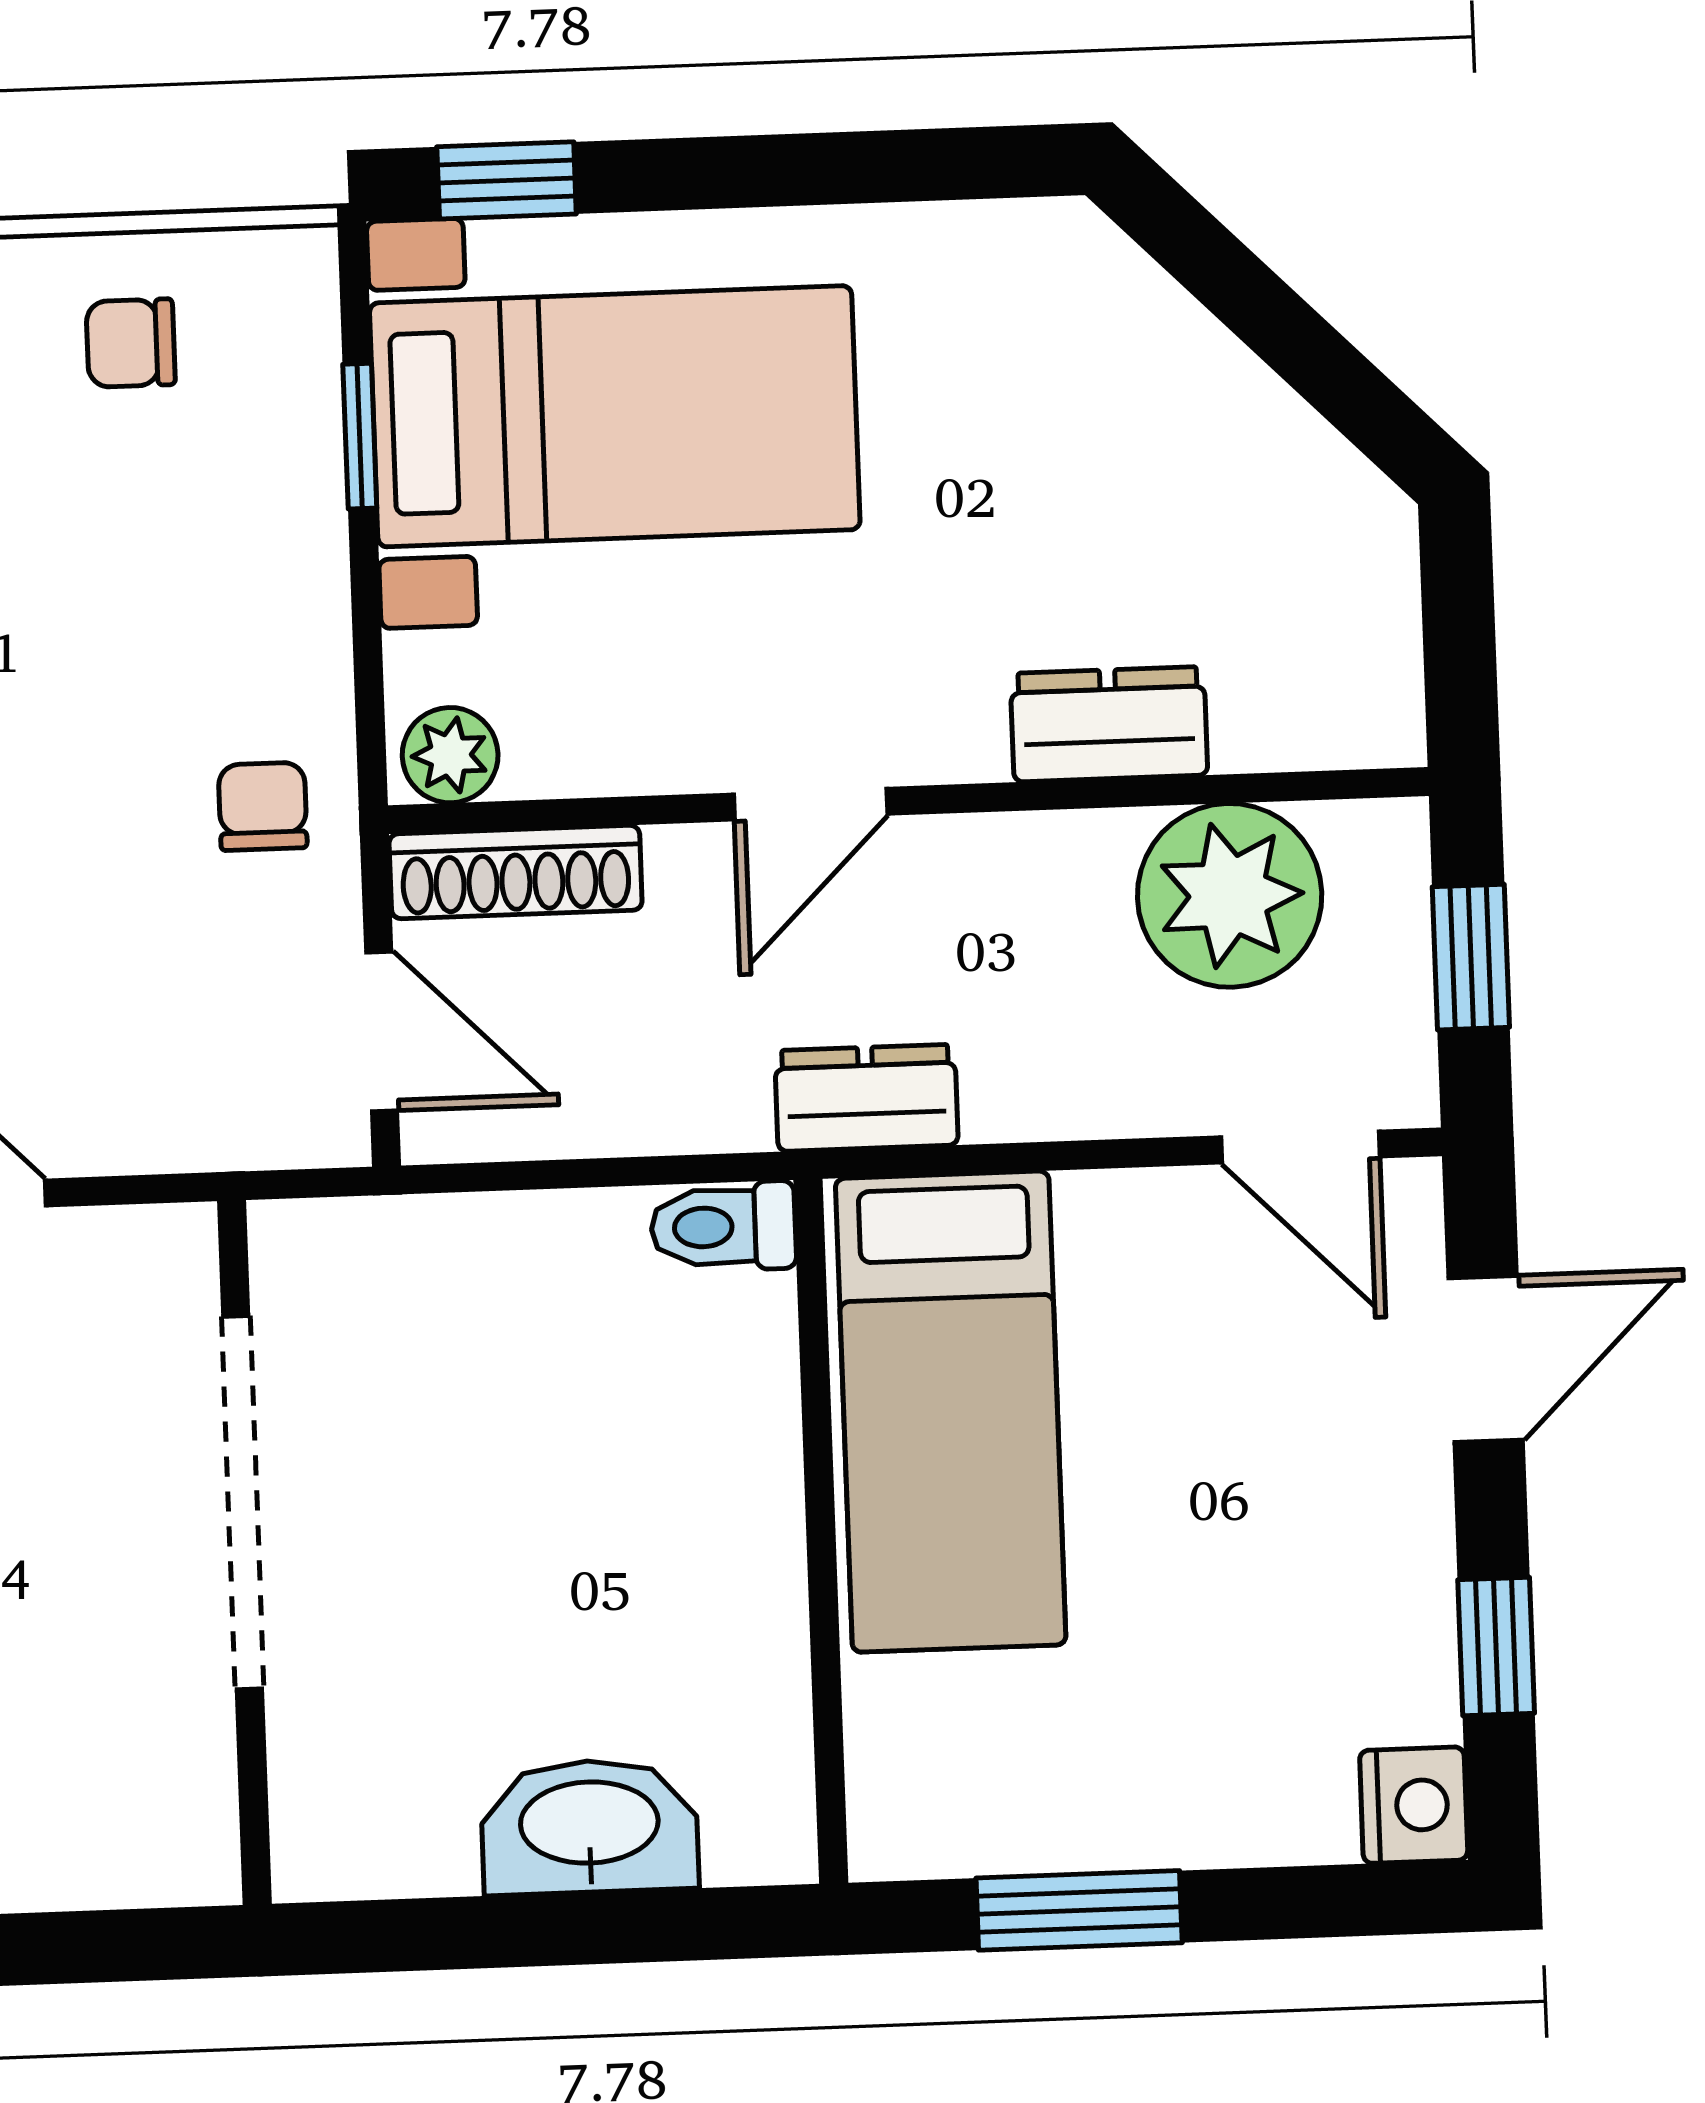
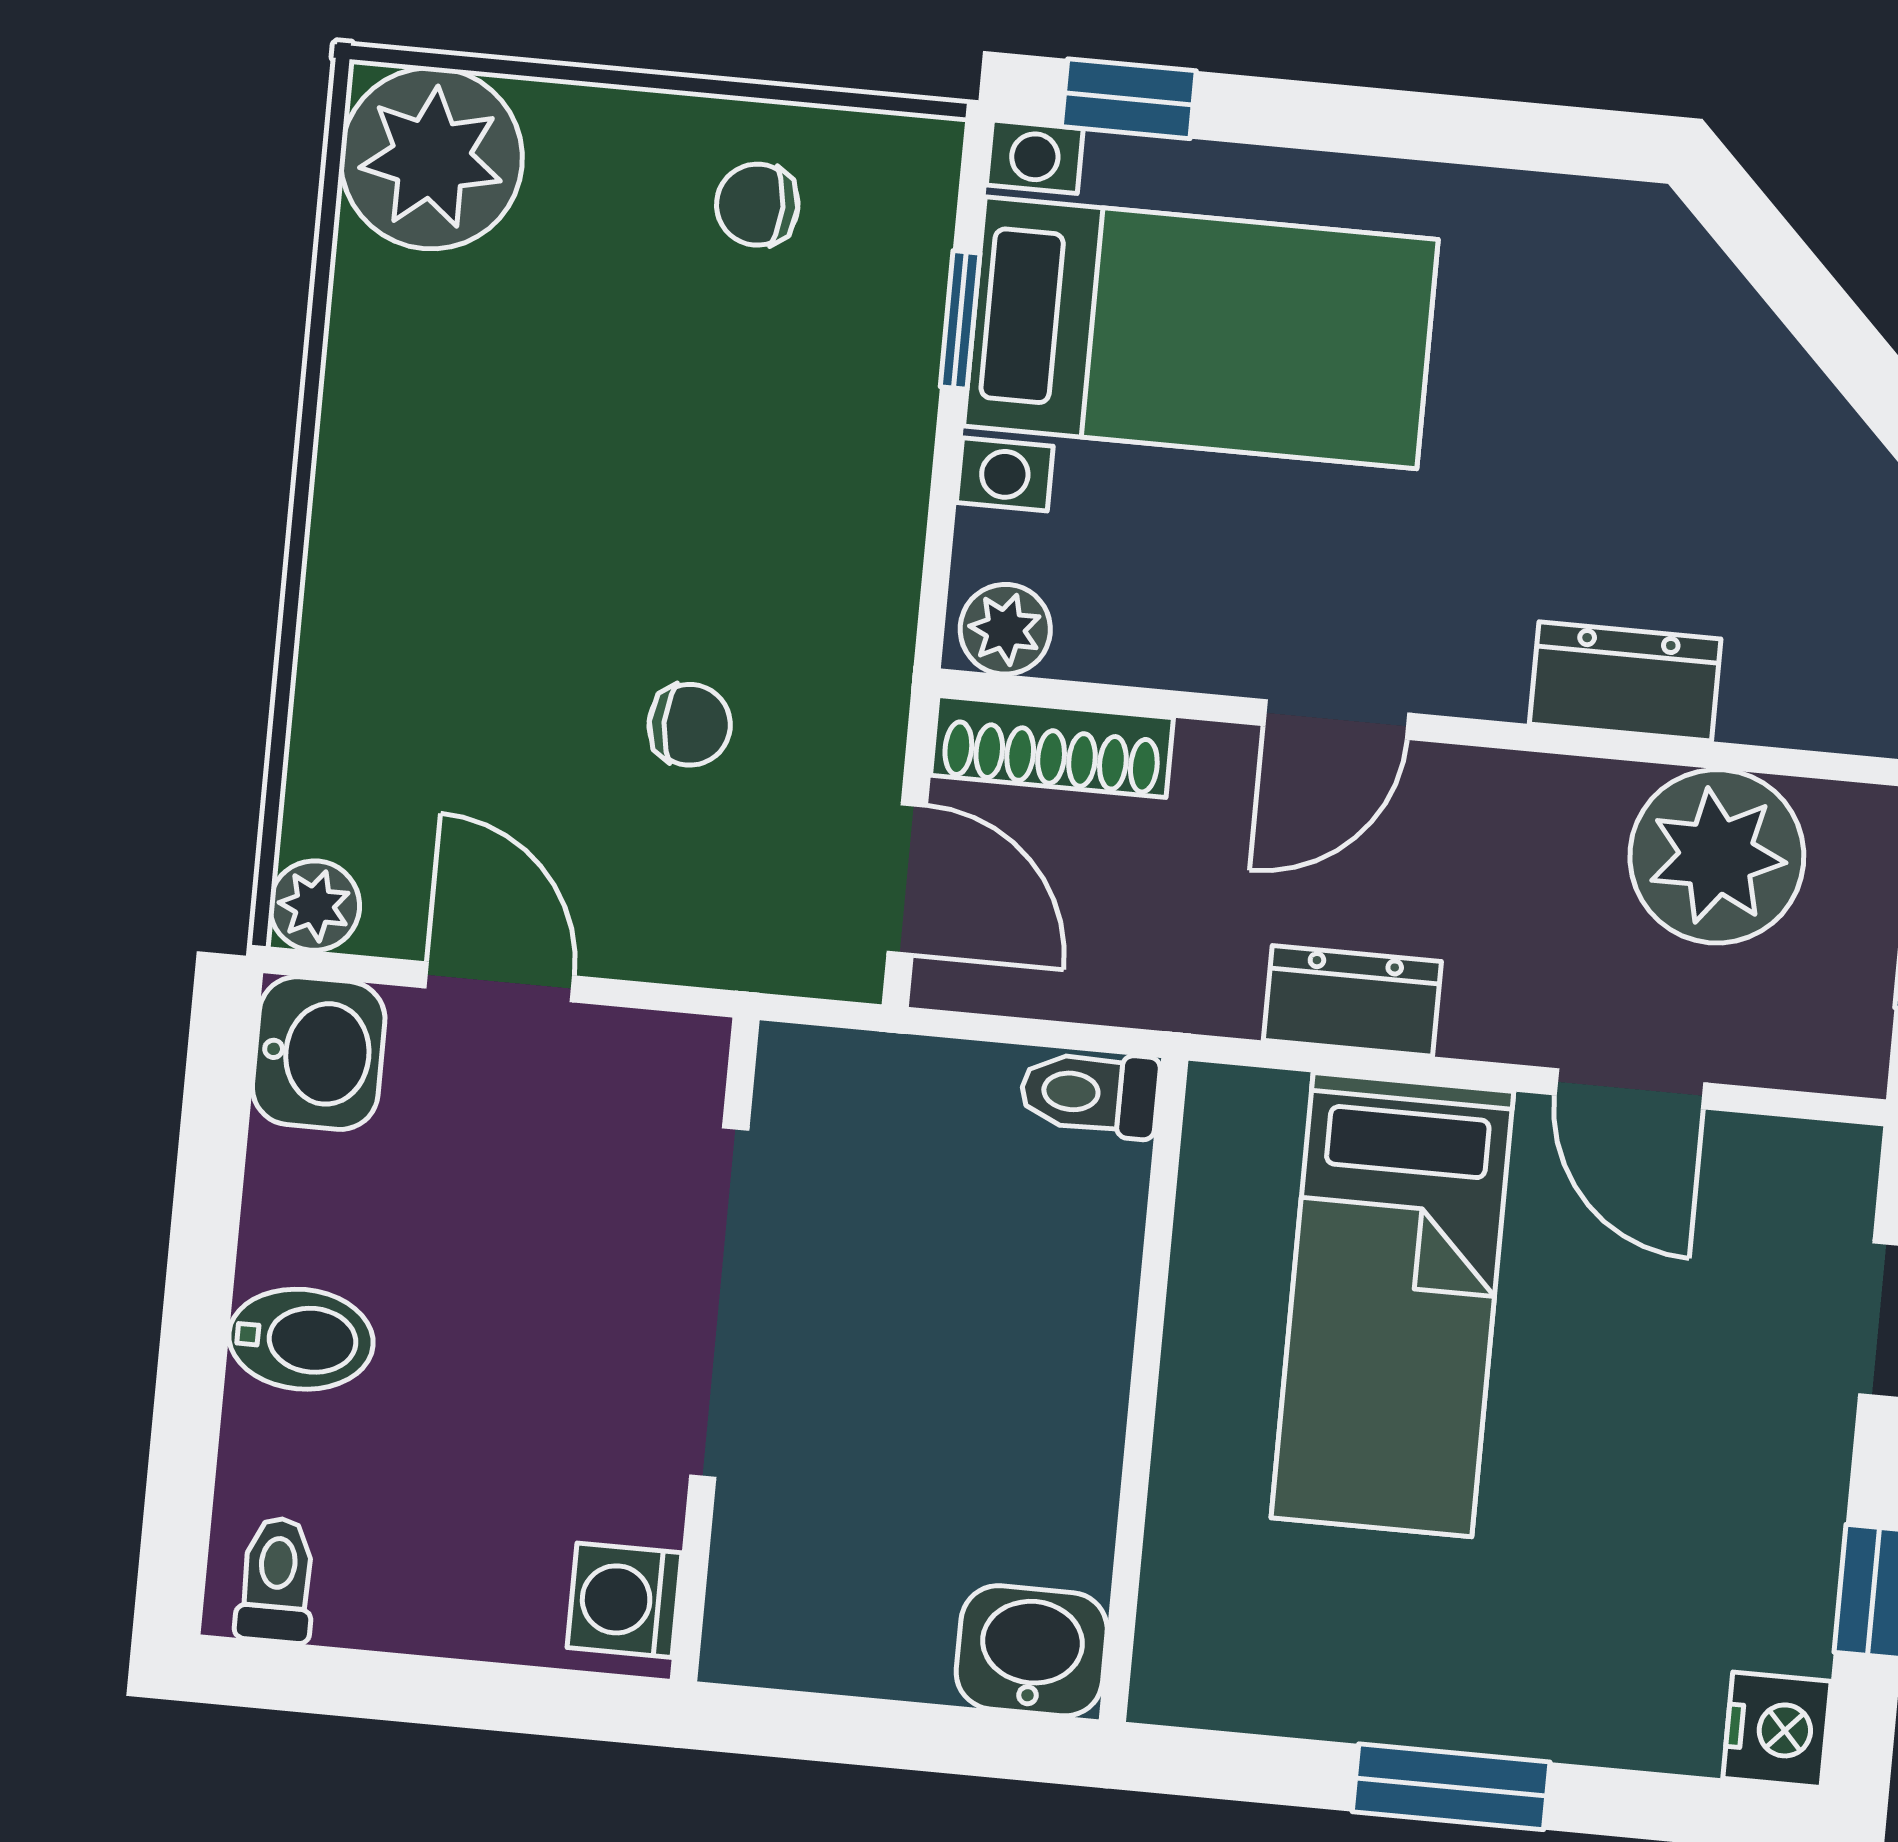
chair: (263, 806) -> (690, 725), moved, turned 90
door: (1300, 1147) -> (1630, 1089), moved
toilet: (723, 1227) -> (1090, 1093), moved
wall: (821, 1531) -> (1144, 1390), moved
washbasin: (589, 1826) -> (1032, 1651), width x0.72
washing machine: (184, 1829) -> (625, 1600), added

